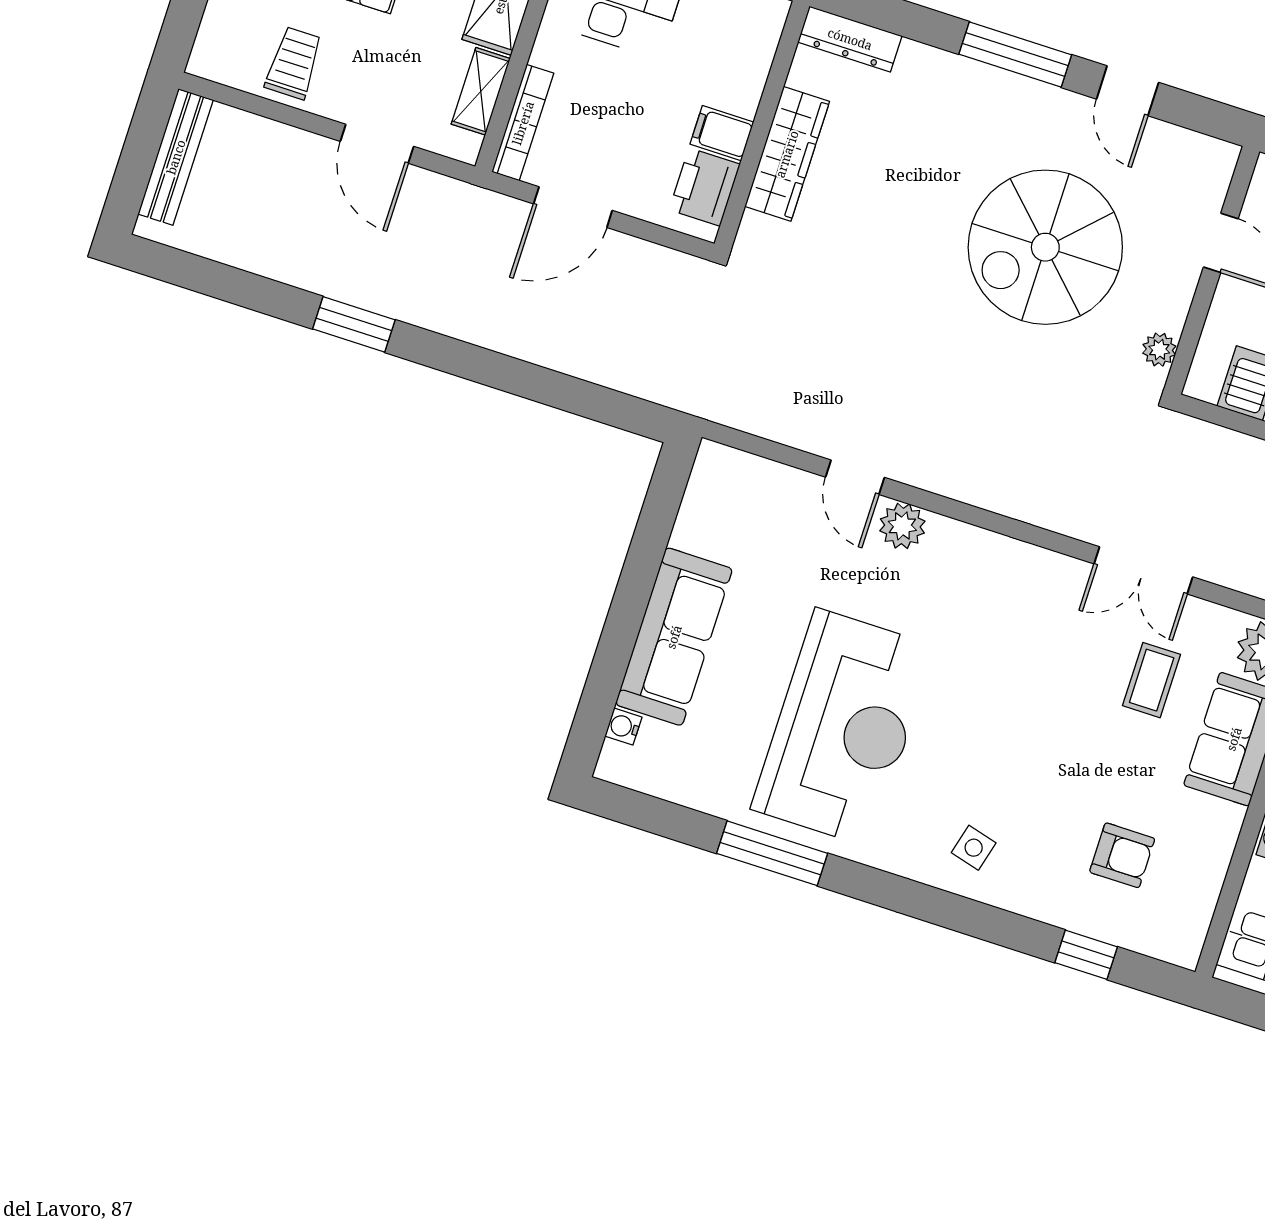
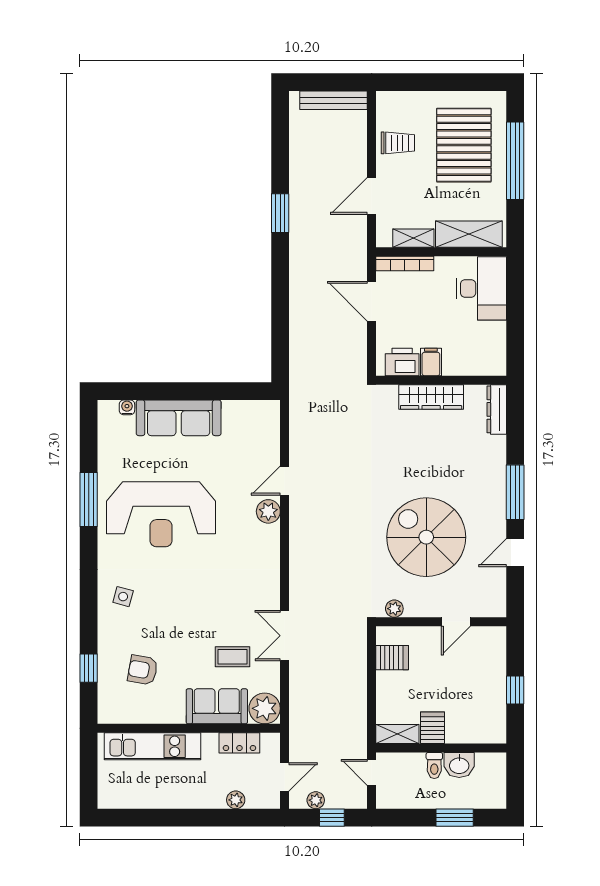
armchair: (1122, 855) -> (143, 670), turned 100

